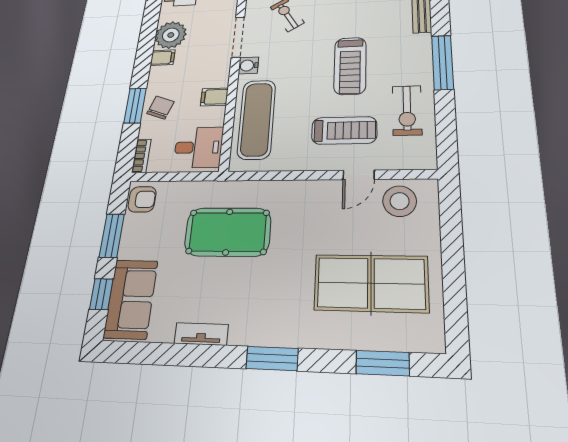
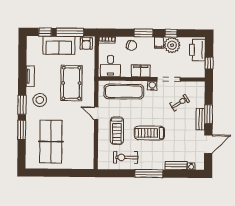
window: (147, 38) -> (171, 33), added
filing cabinet: (214, 97) -> (141, 71), width x2.00
window: (135, 106) -> (144, 33), moved
door: (359, 175) -> (96, 113), moved
stool: (400, 201) -> (40, 100), moved
window: (112, 235) -> (70, 32), width x1.44
sofa: (131, 299) -> (59, 45), moved
window: (383, 363) -> (22, 130), moved

